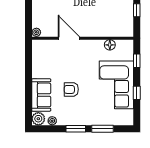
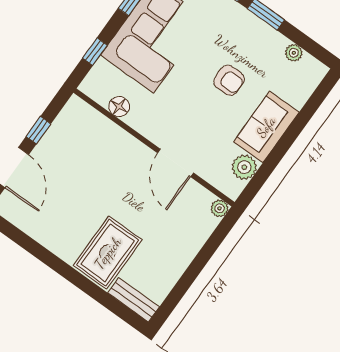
sofa: (41, 95) -> (266, 127), moved
plant: (38, 119) -> (244, 167), moved

